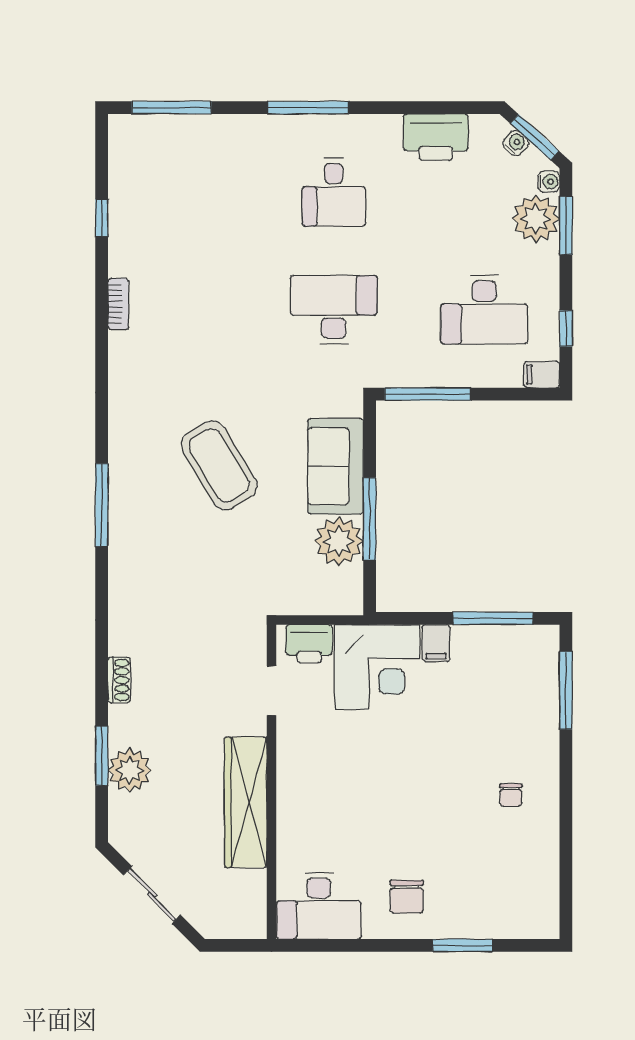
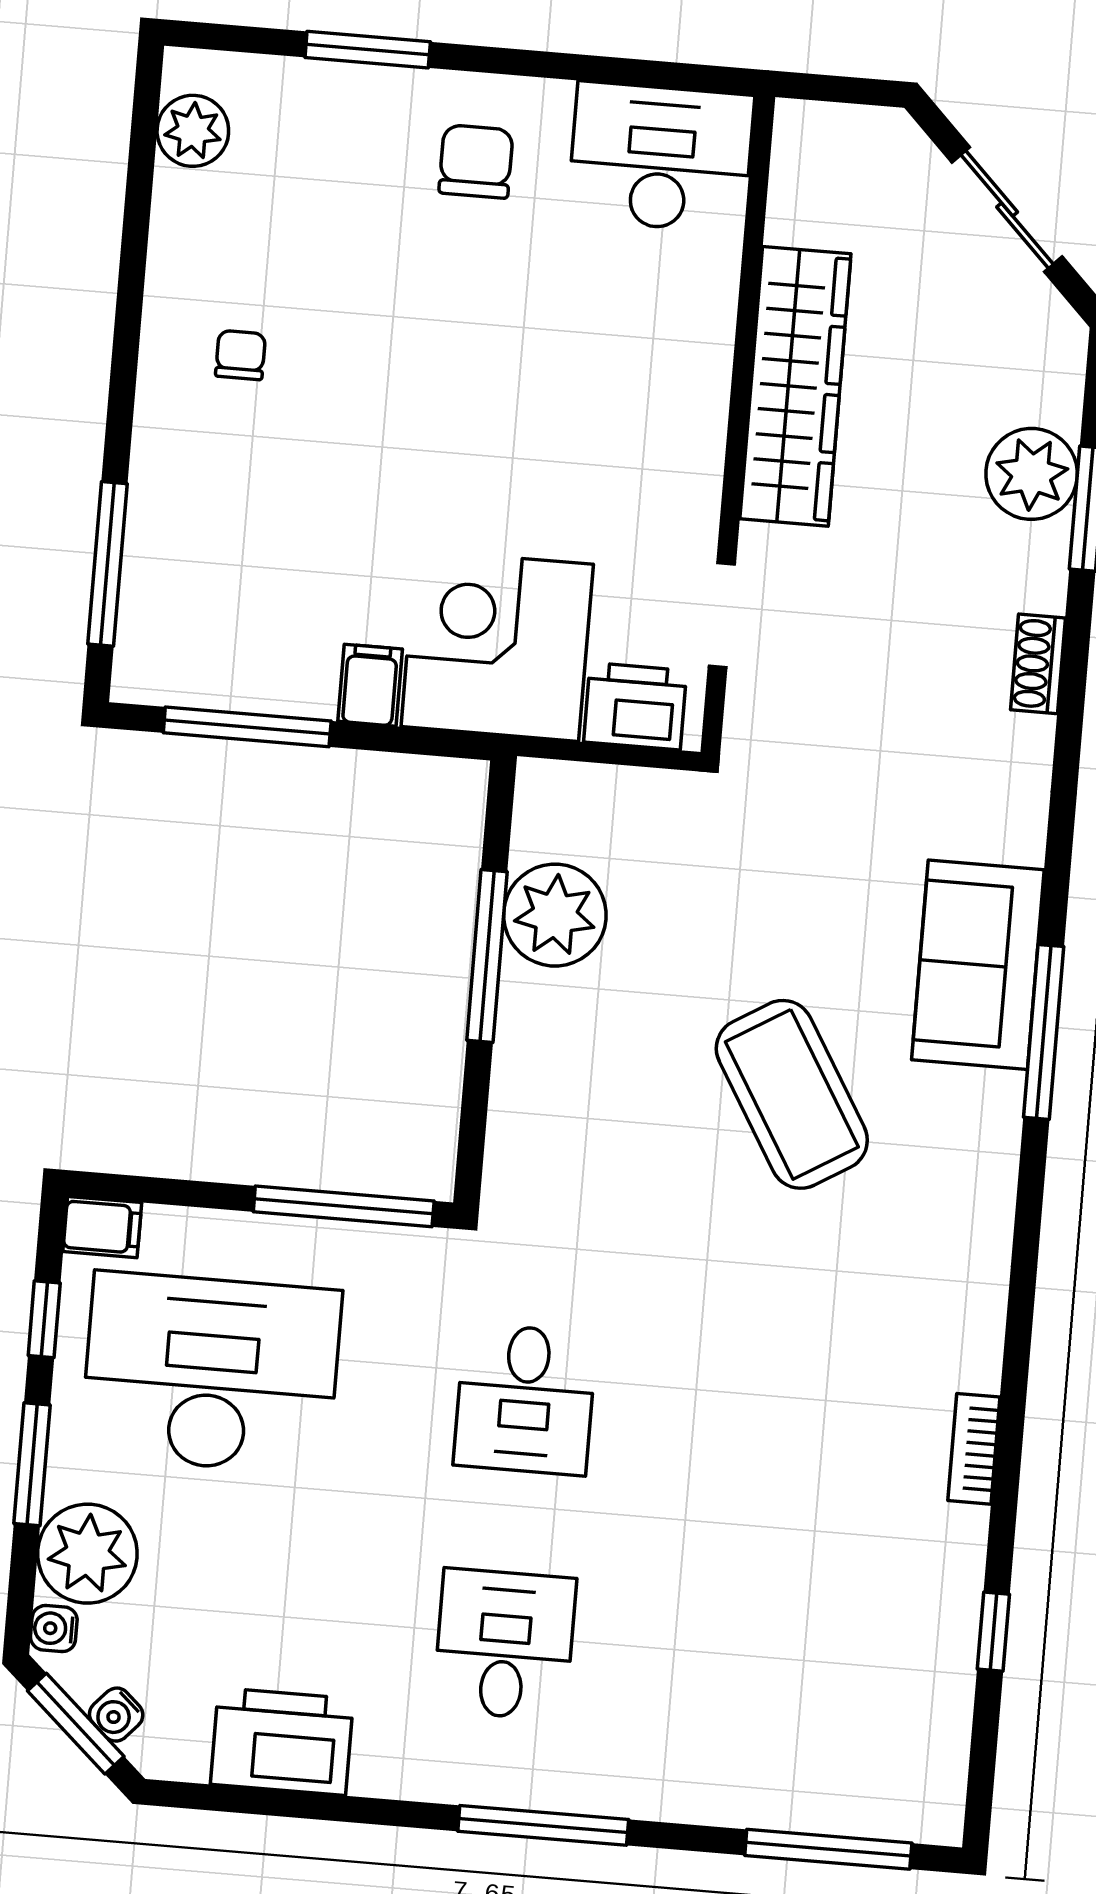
window: (566, 225) -> (32, 1464), moved
desk: (334, 310) -> (525, 1399), width x0.73
desk: (484, 310) -> (211, 1373), width x1.36, depth x1.30
sofa: (336, 466) -> (978, 965), moved, turned 180
plant: (543, 900) -> (193, 131), added

